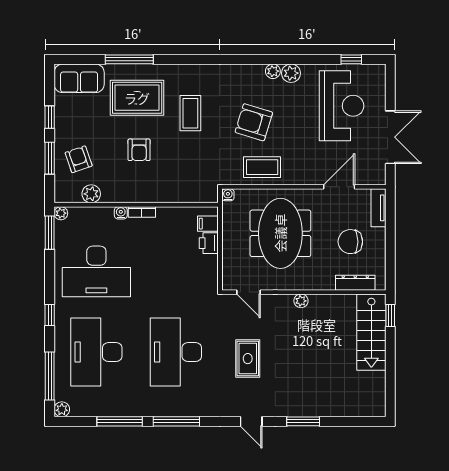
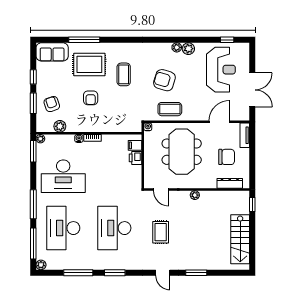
chair: (350, 242) -> (227, 157), turned 180
window: (50, 315) -> (33, 204), width x2.17
stairs: (371, 332) -> (240, 239), moved
window: (176, 421) -> (115, 273), width x0.69

